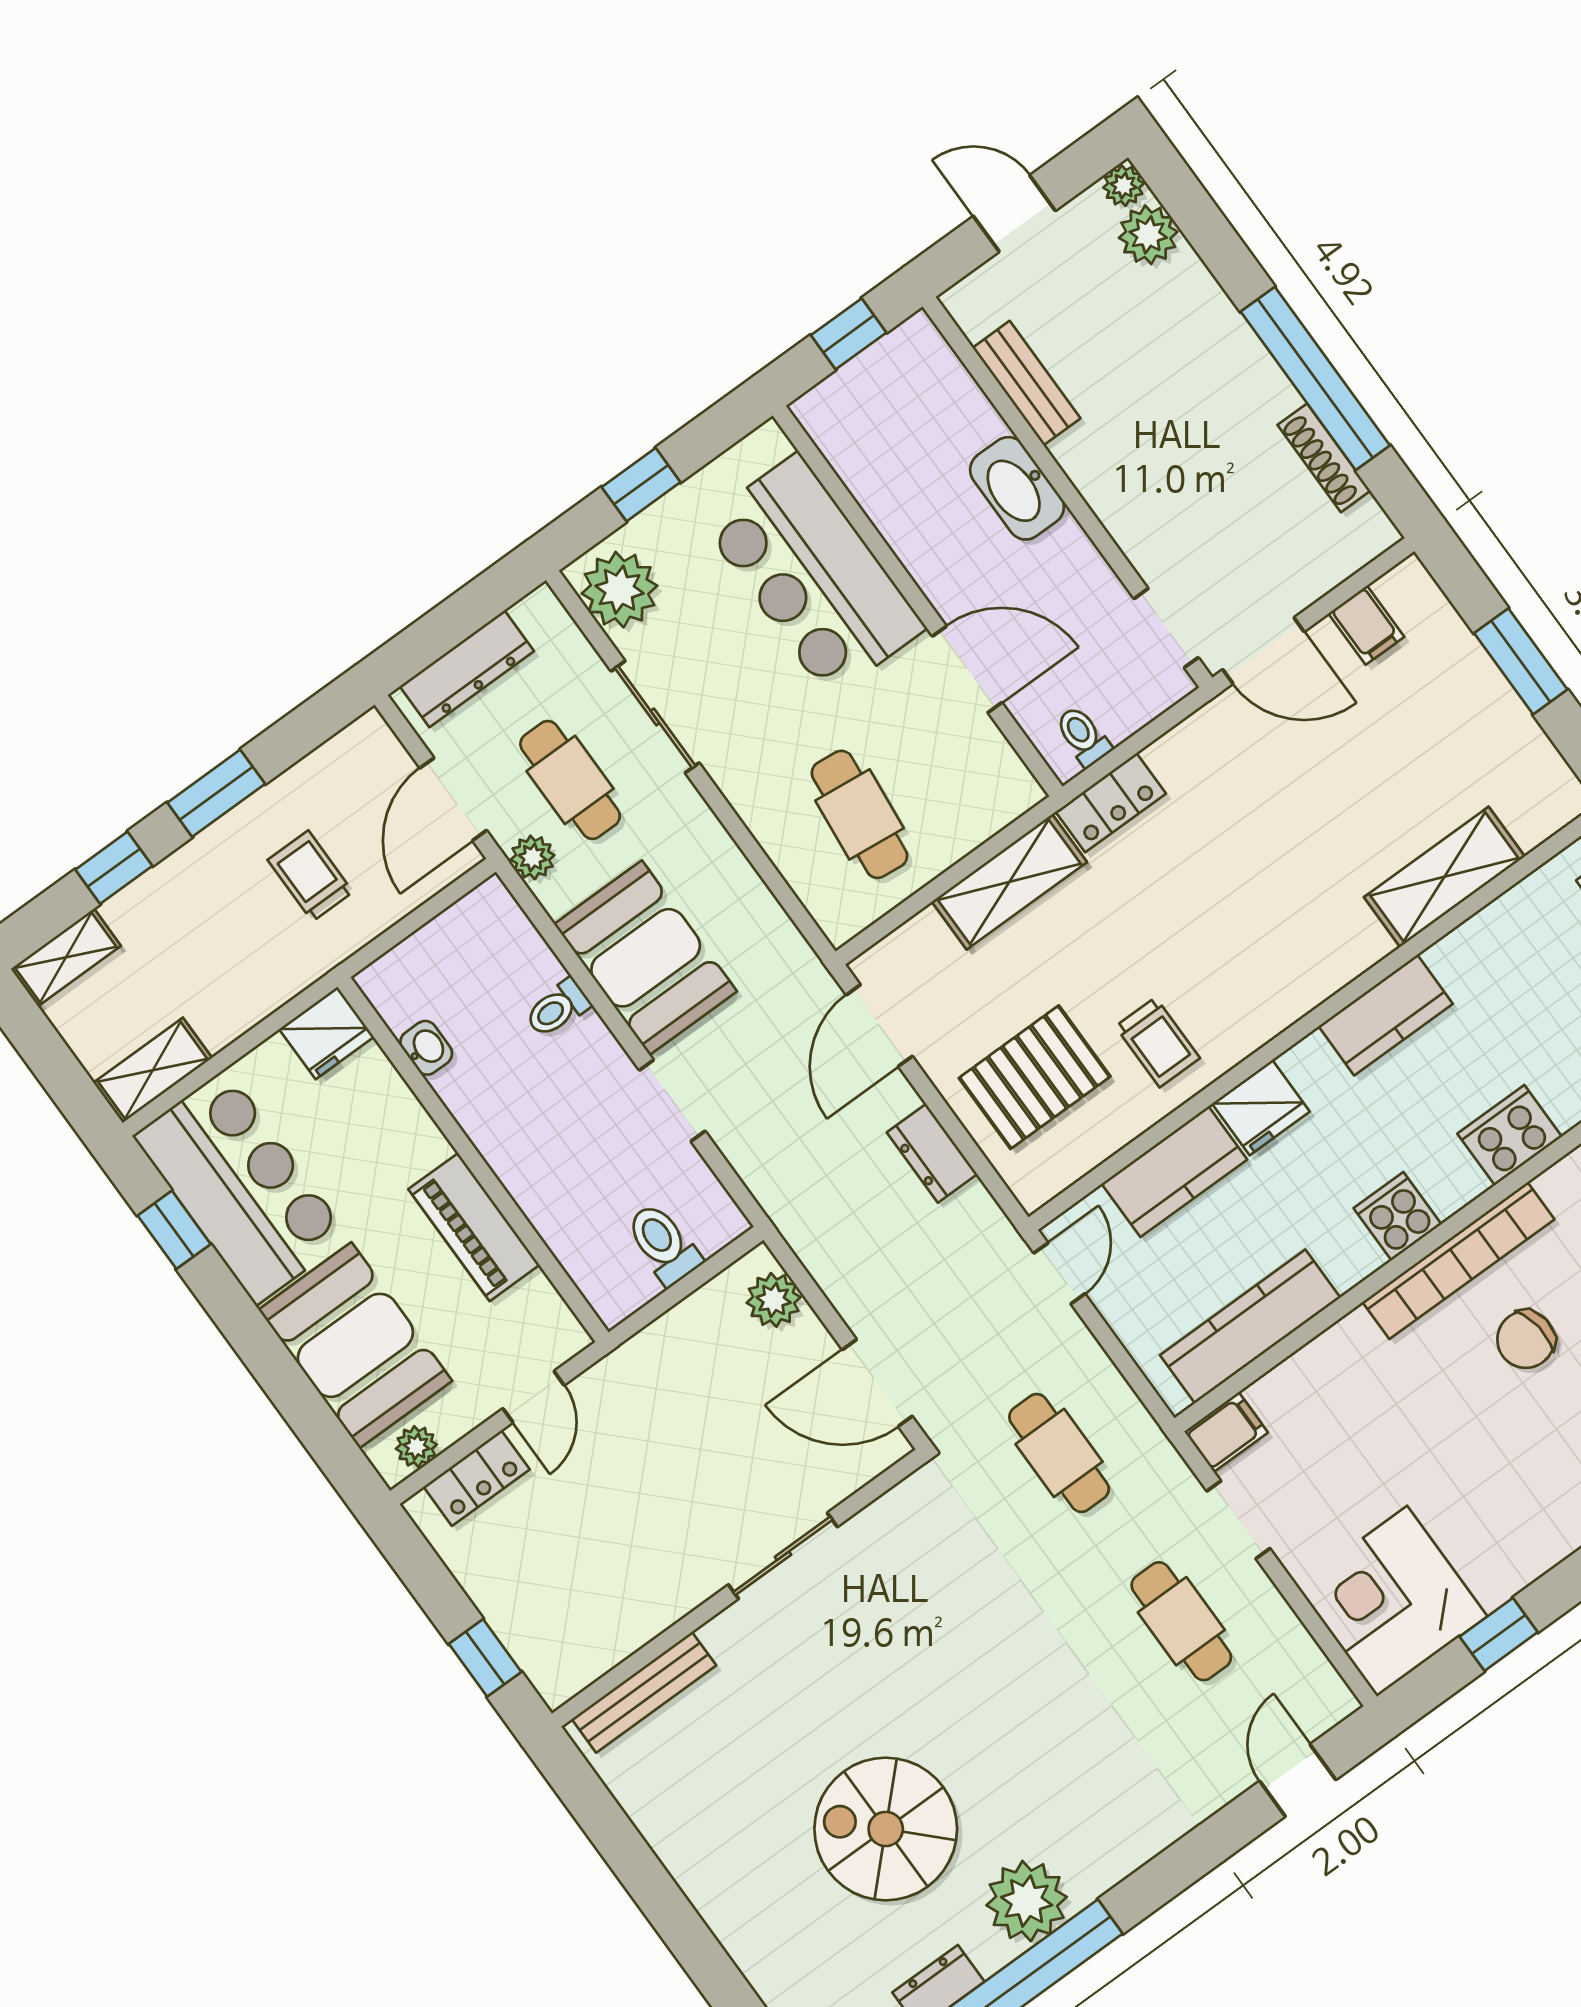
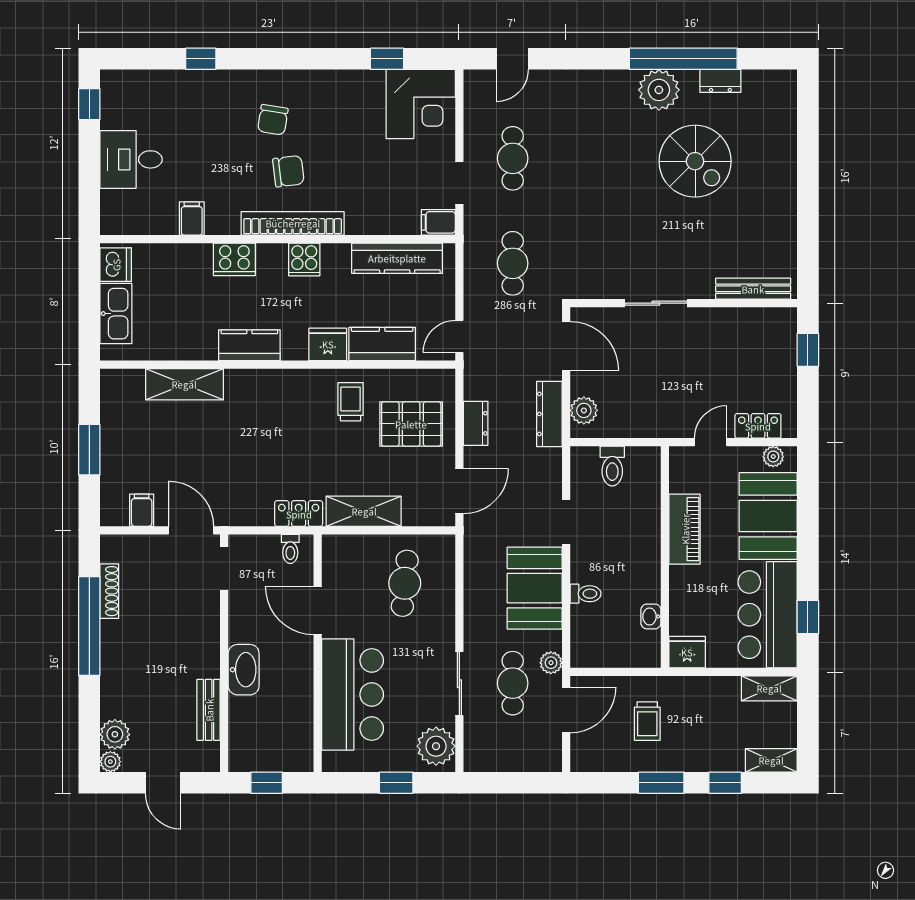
dresser: (467, 669) -> (549, 414), moved, turned -90

